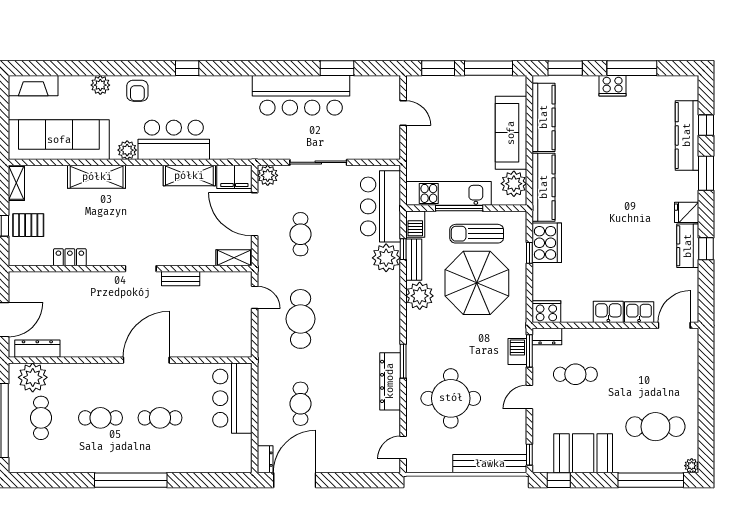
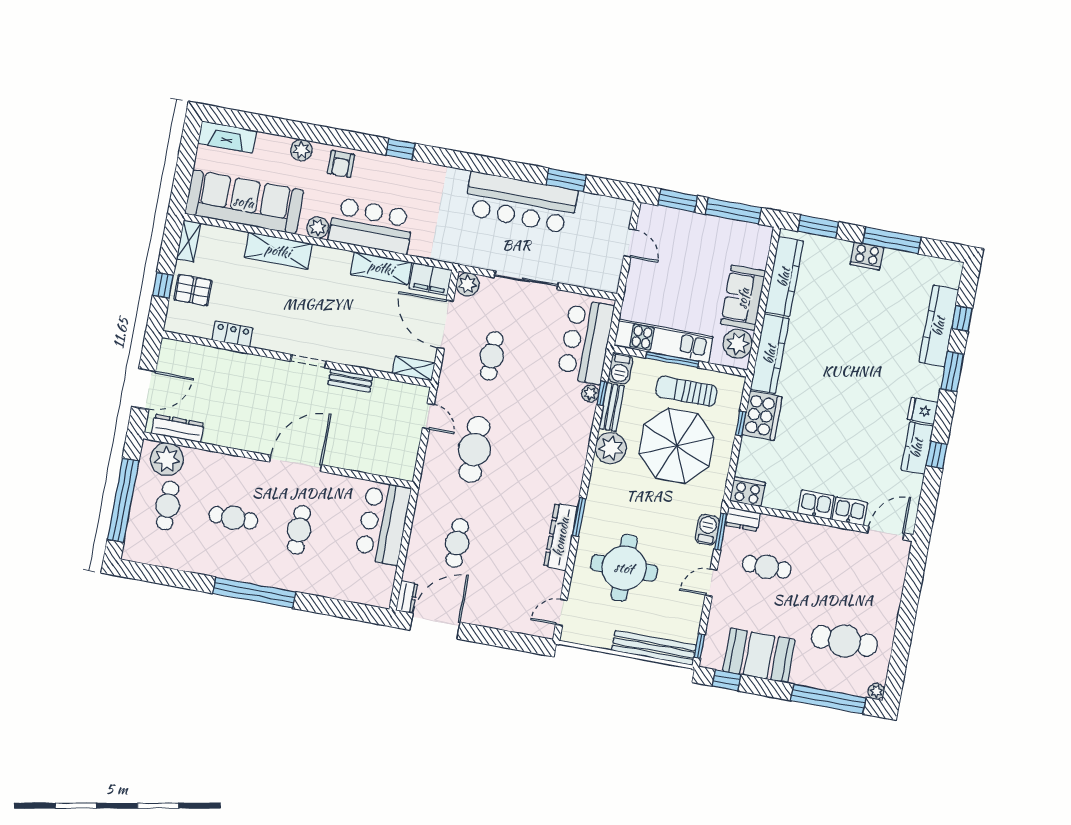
sofa: (511, 133) -> (743, 298), width x0.73
plant: (386, 258) -> (590, 393), width x0.53, depth x0.53
cafe table: (160, 418) -> (299, 530), turned 90

